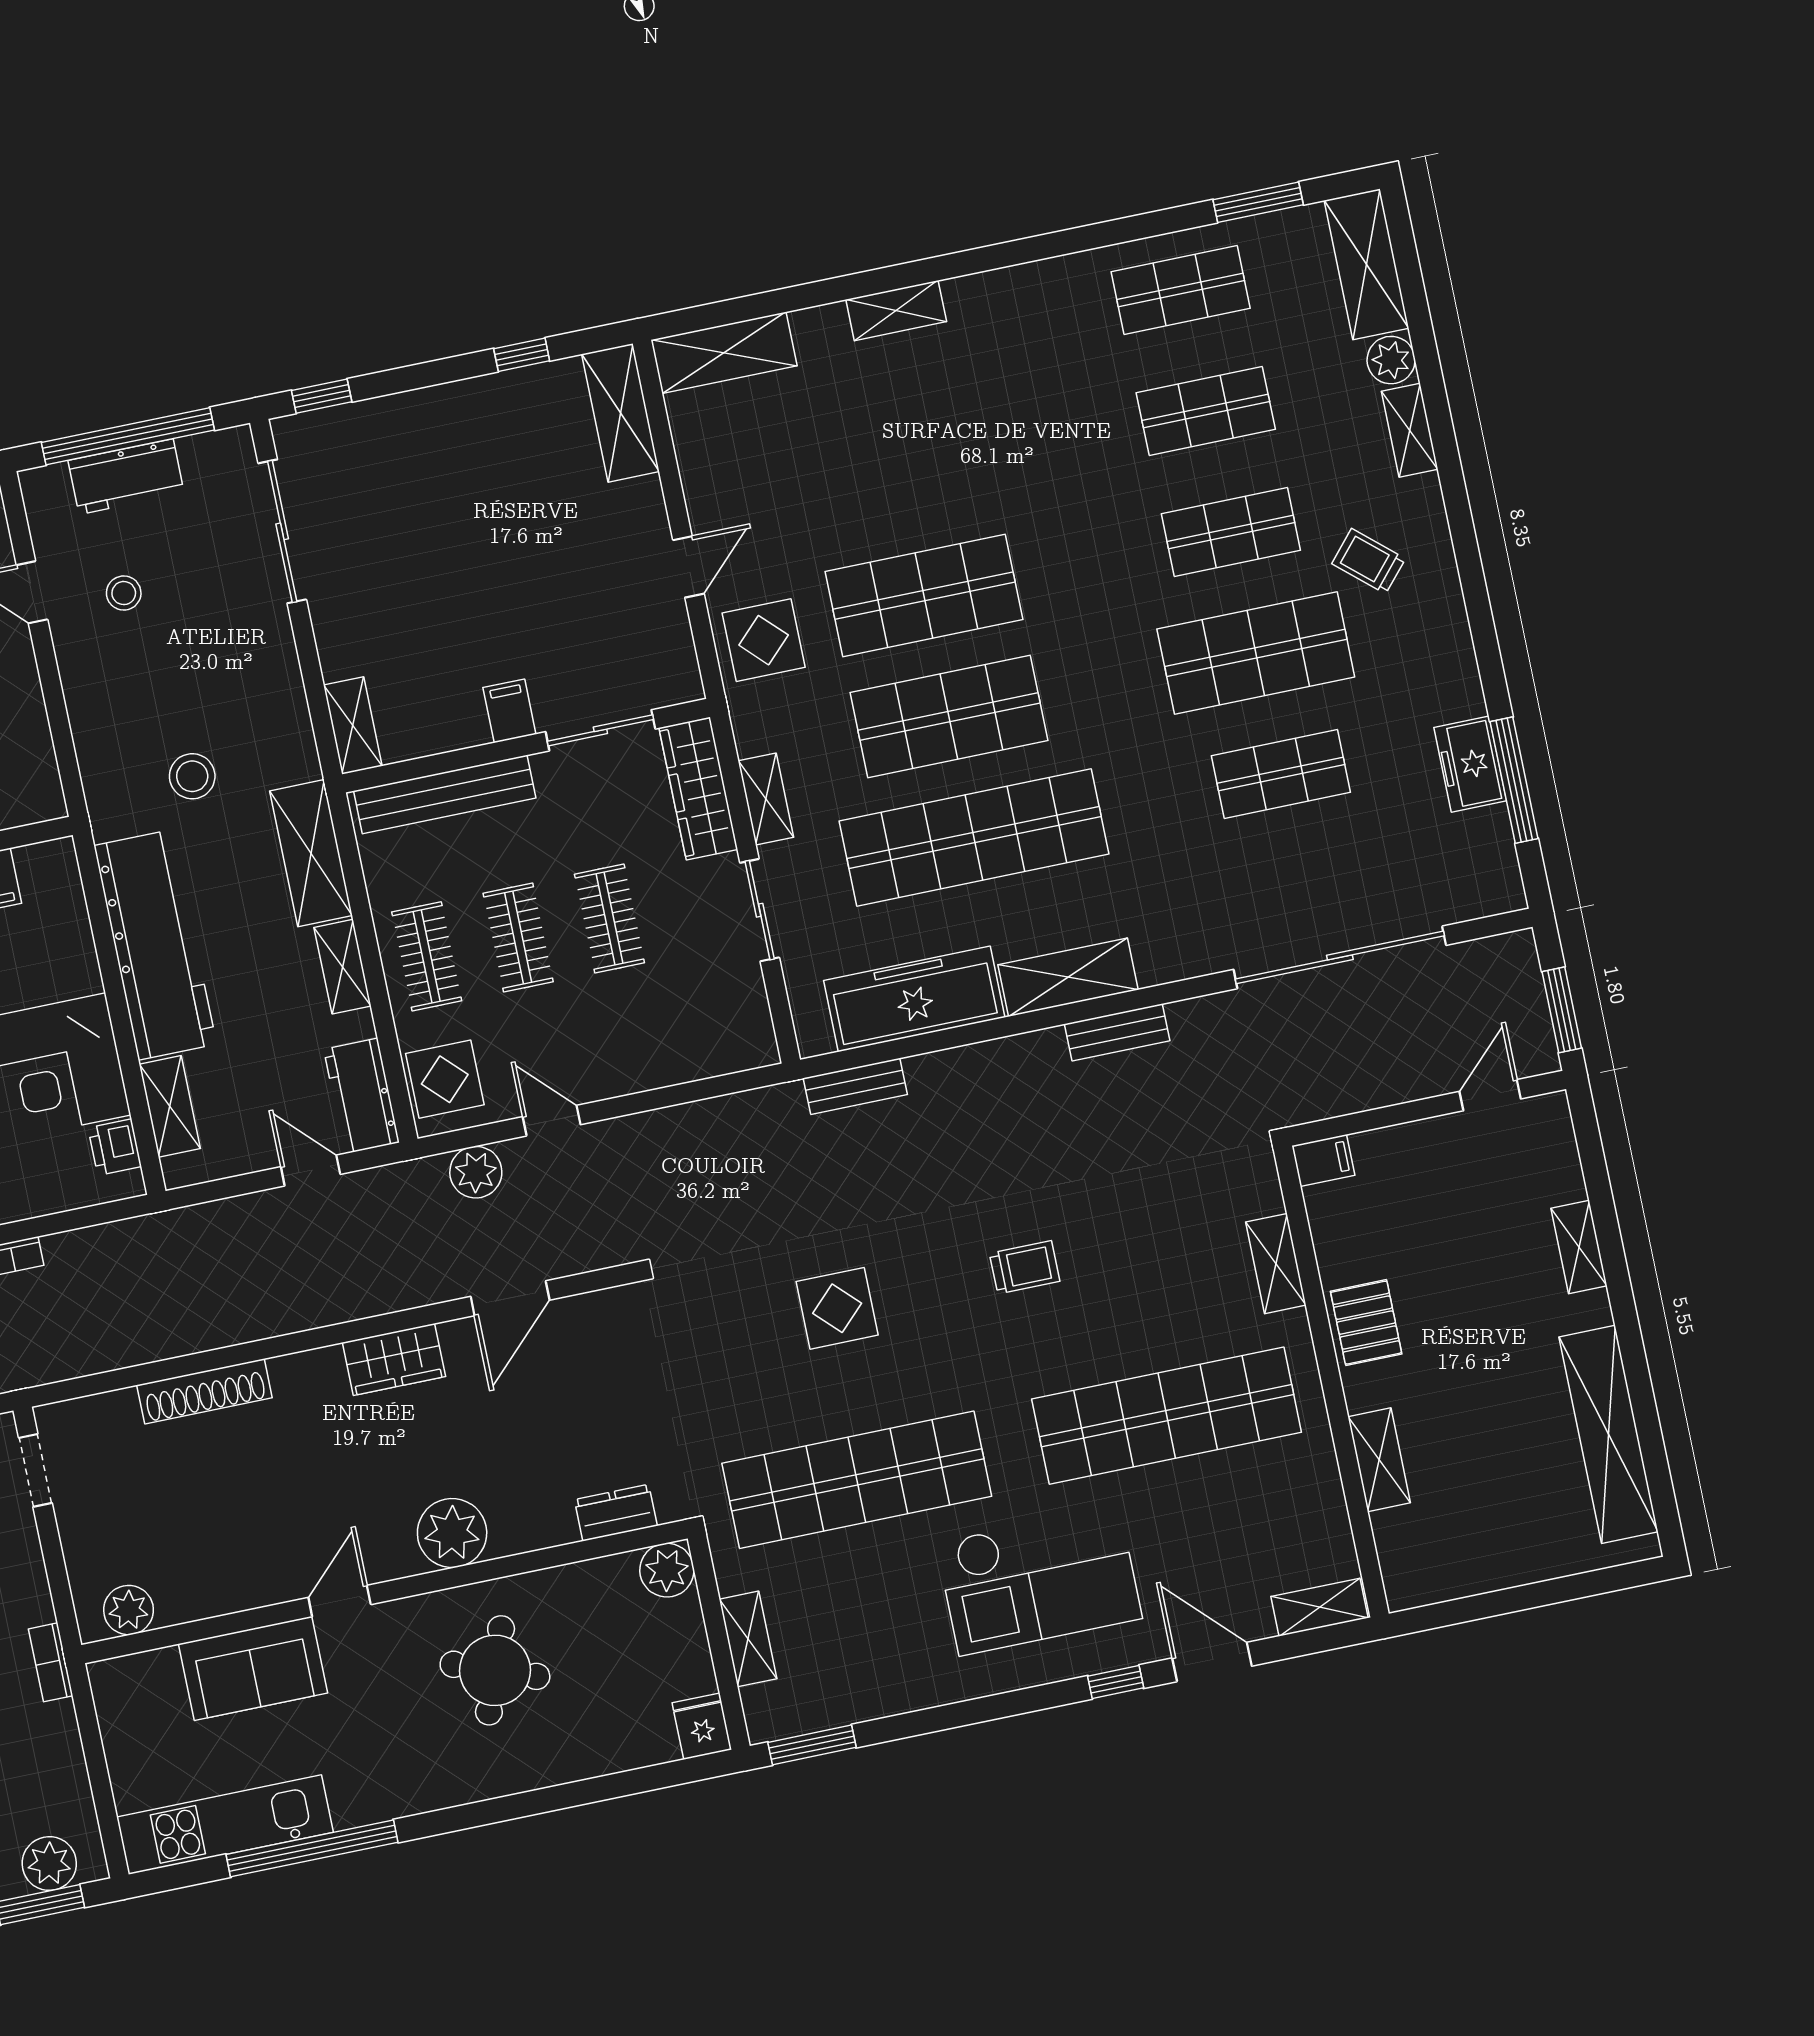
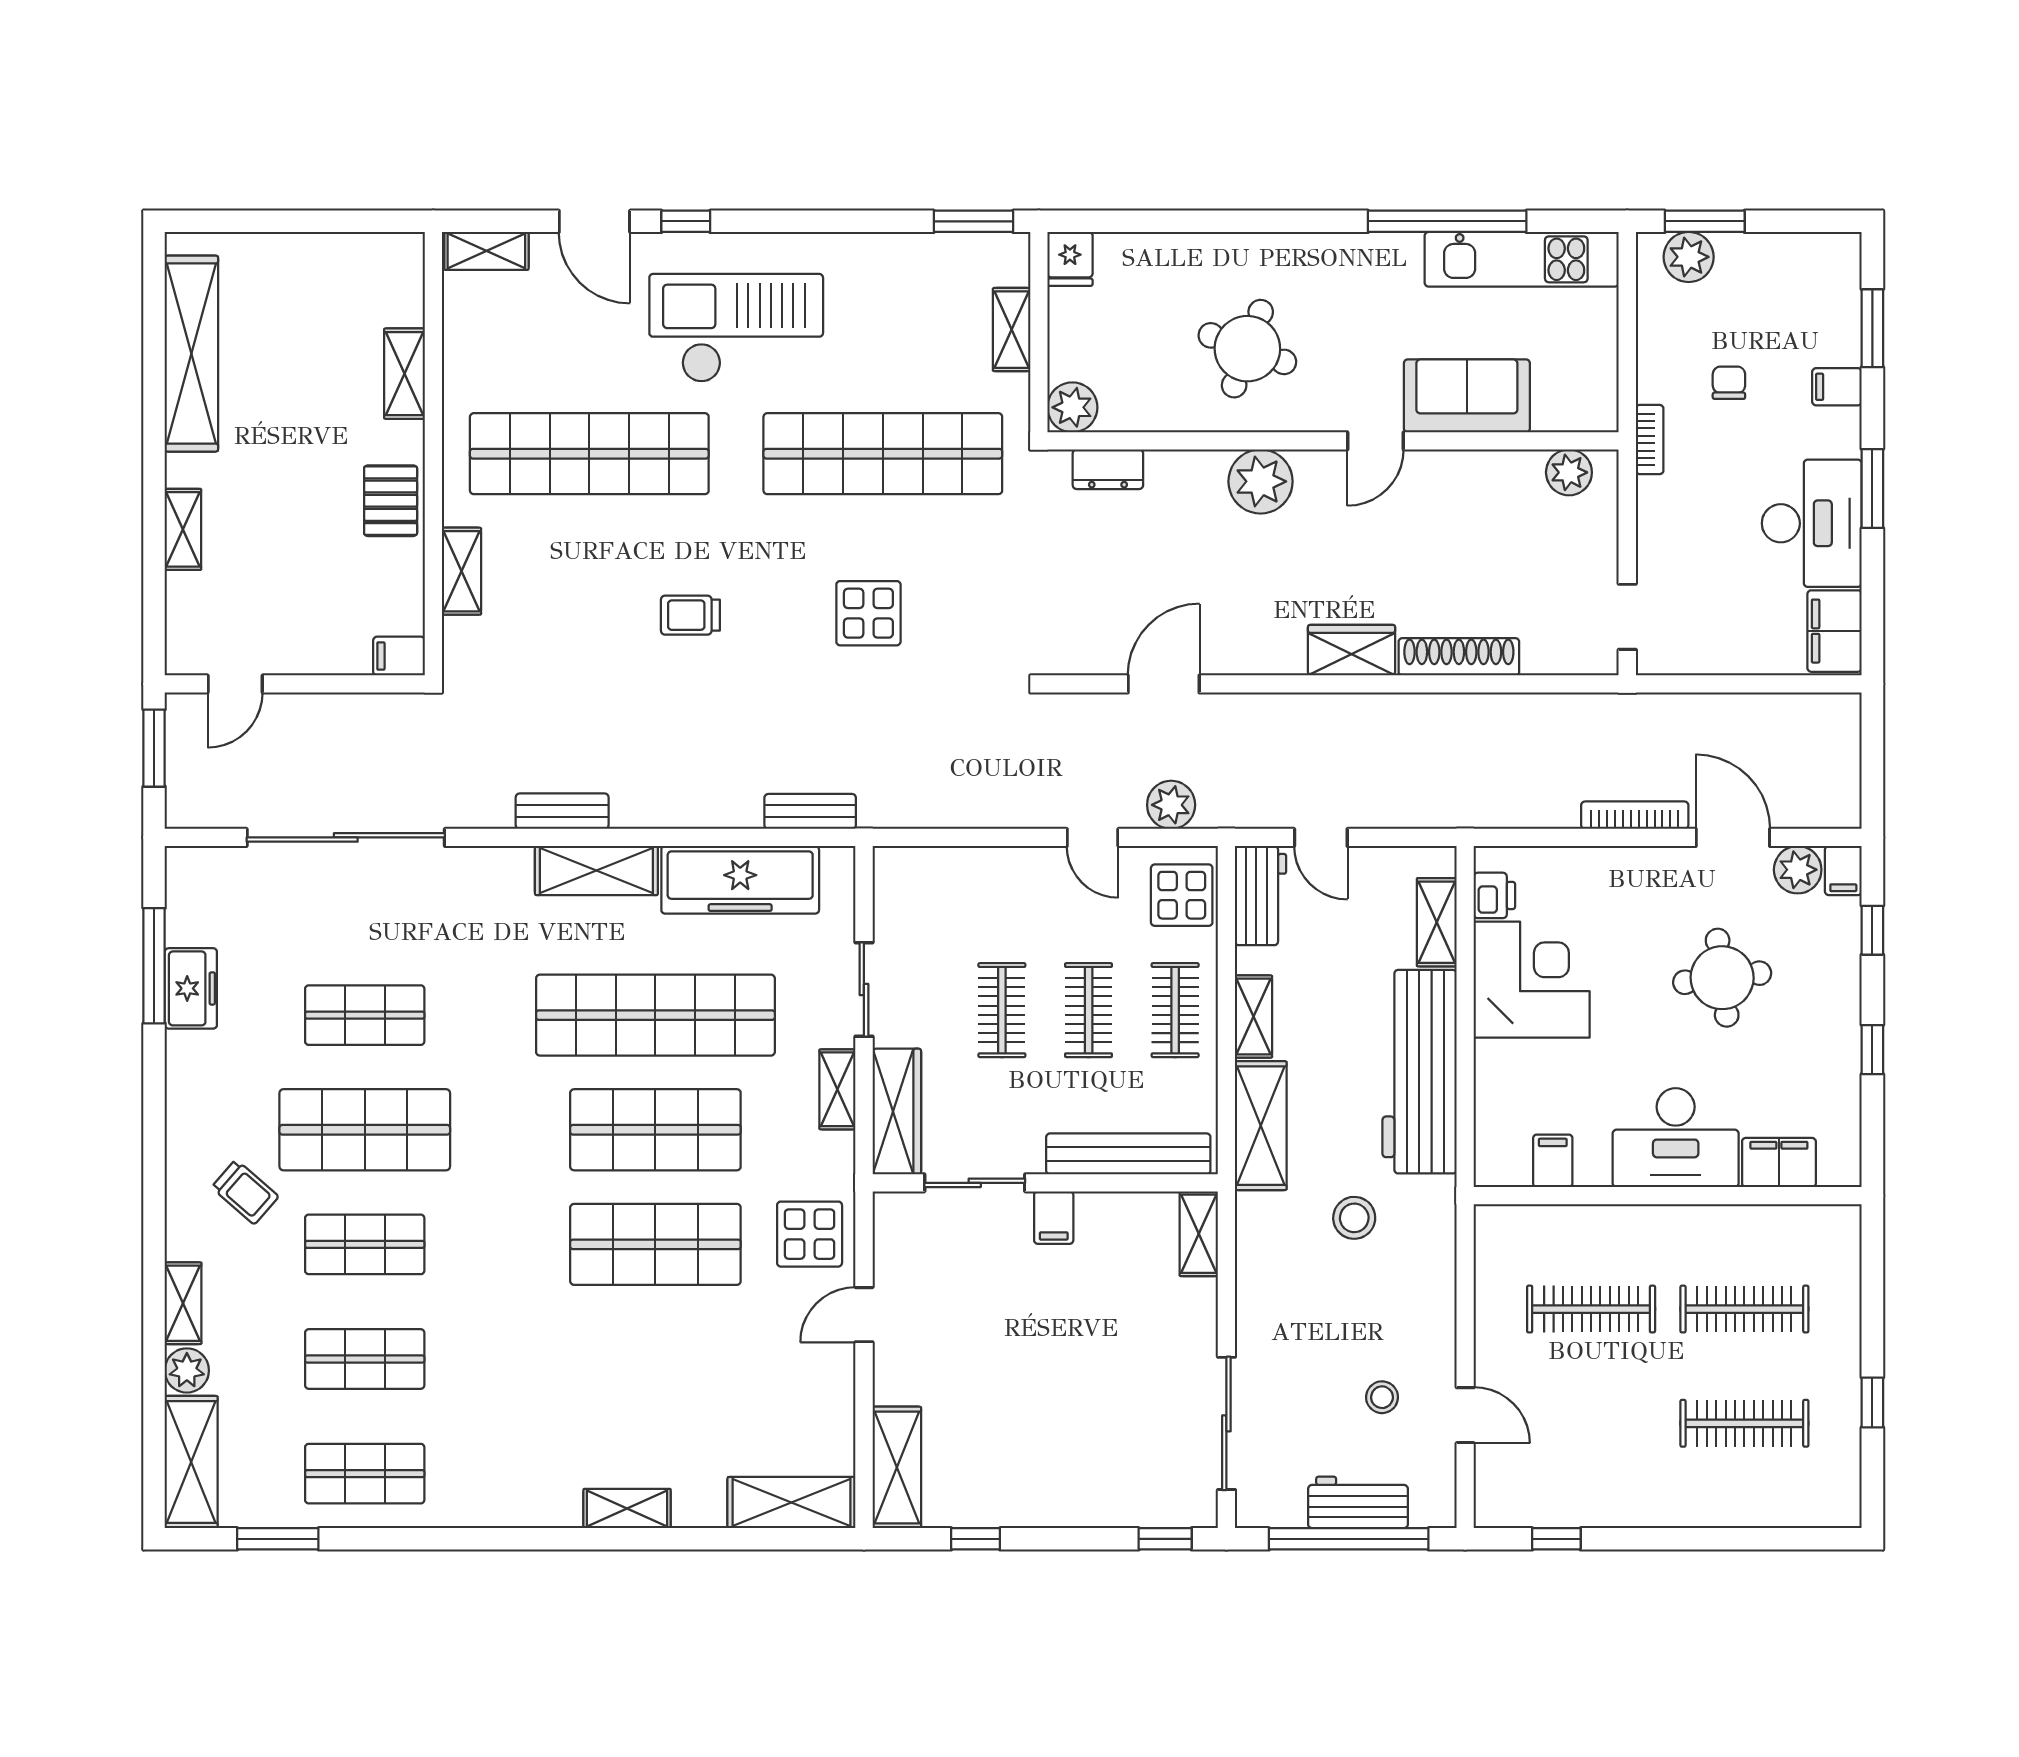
wardrobe: (394, 1359) -> (1351, 650), moved

